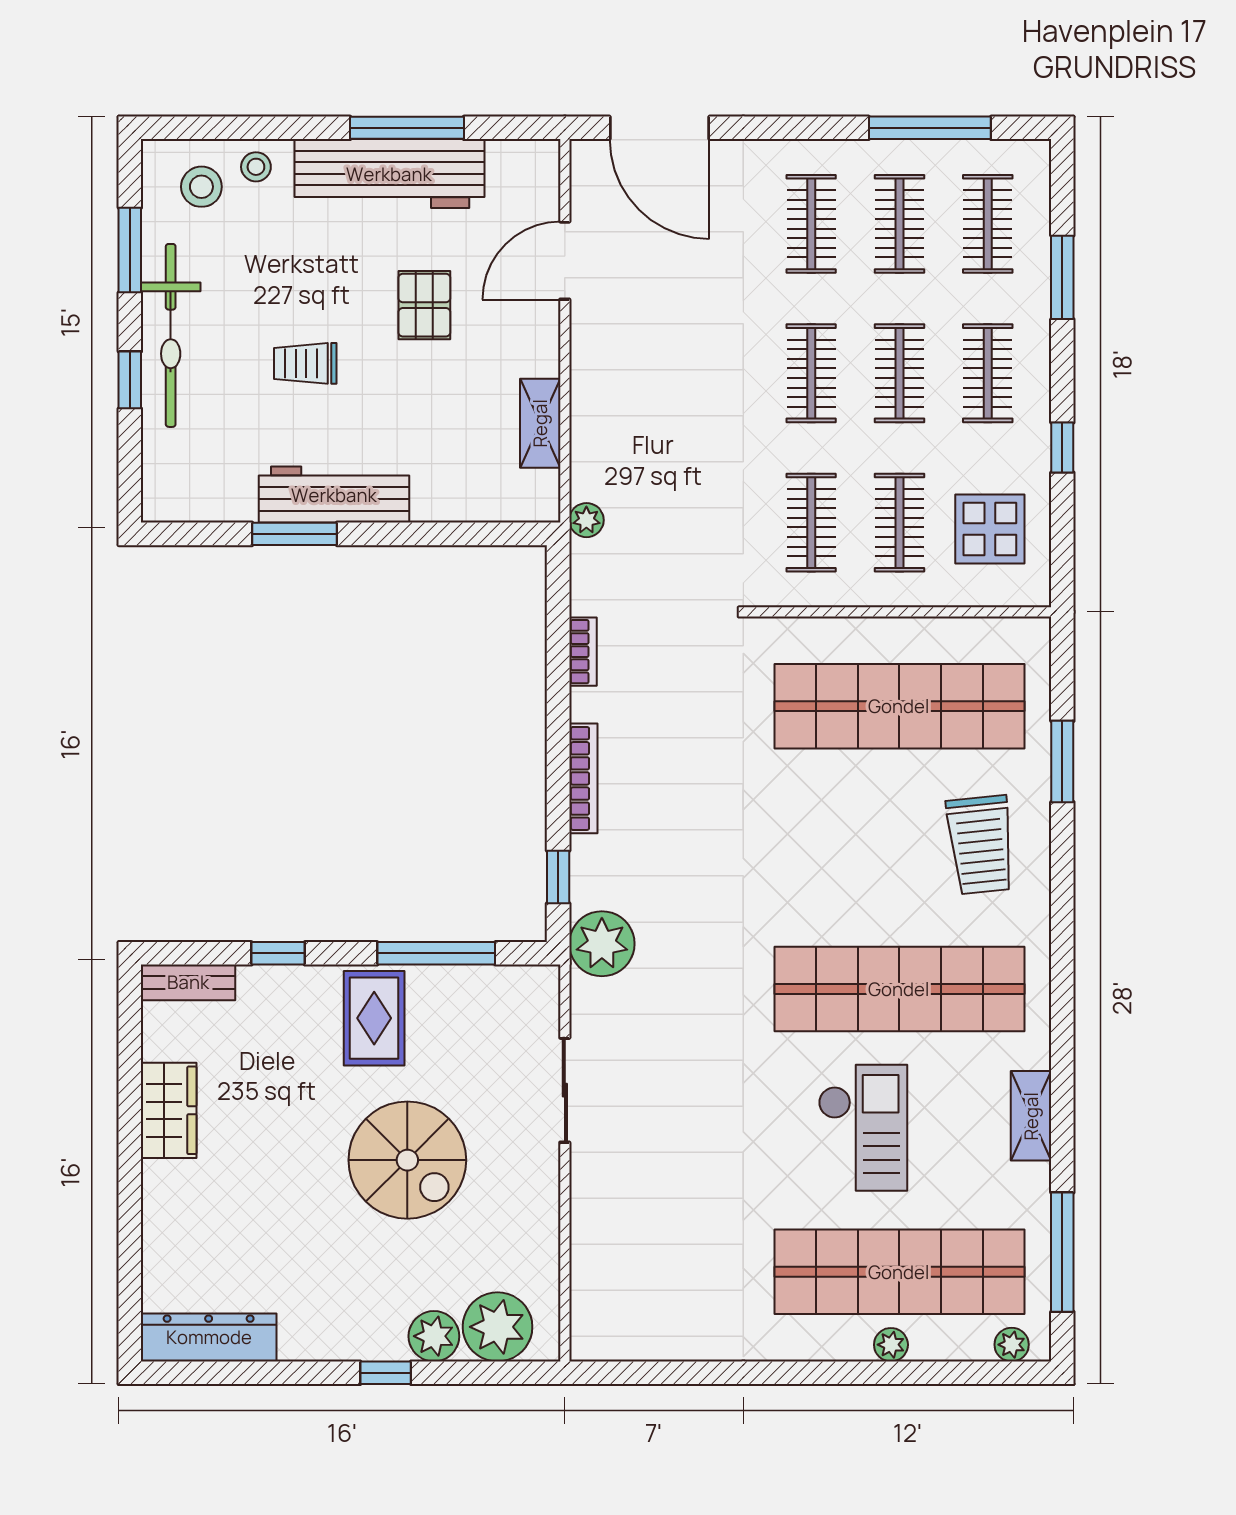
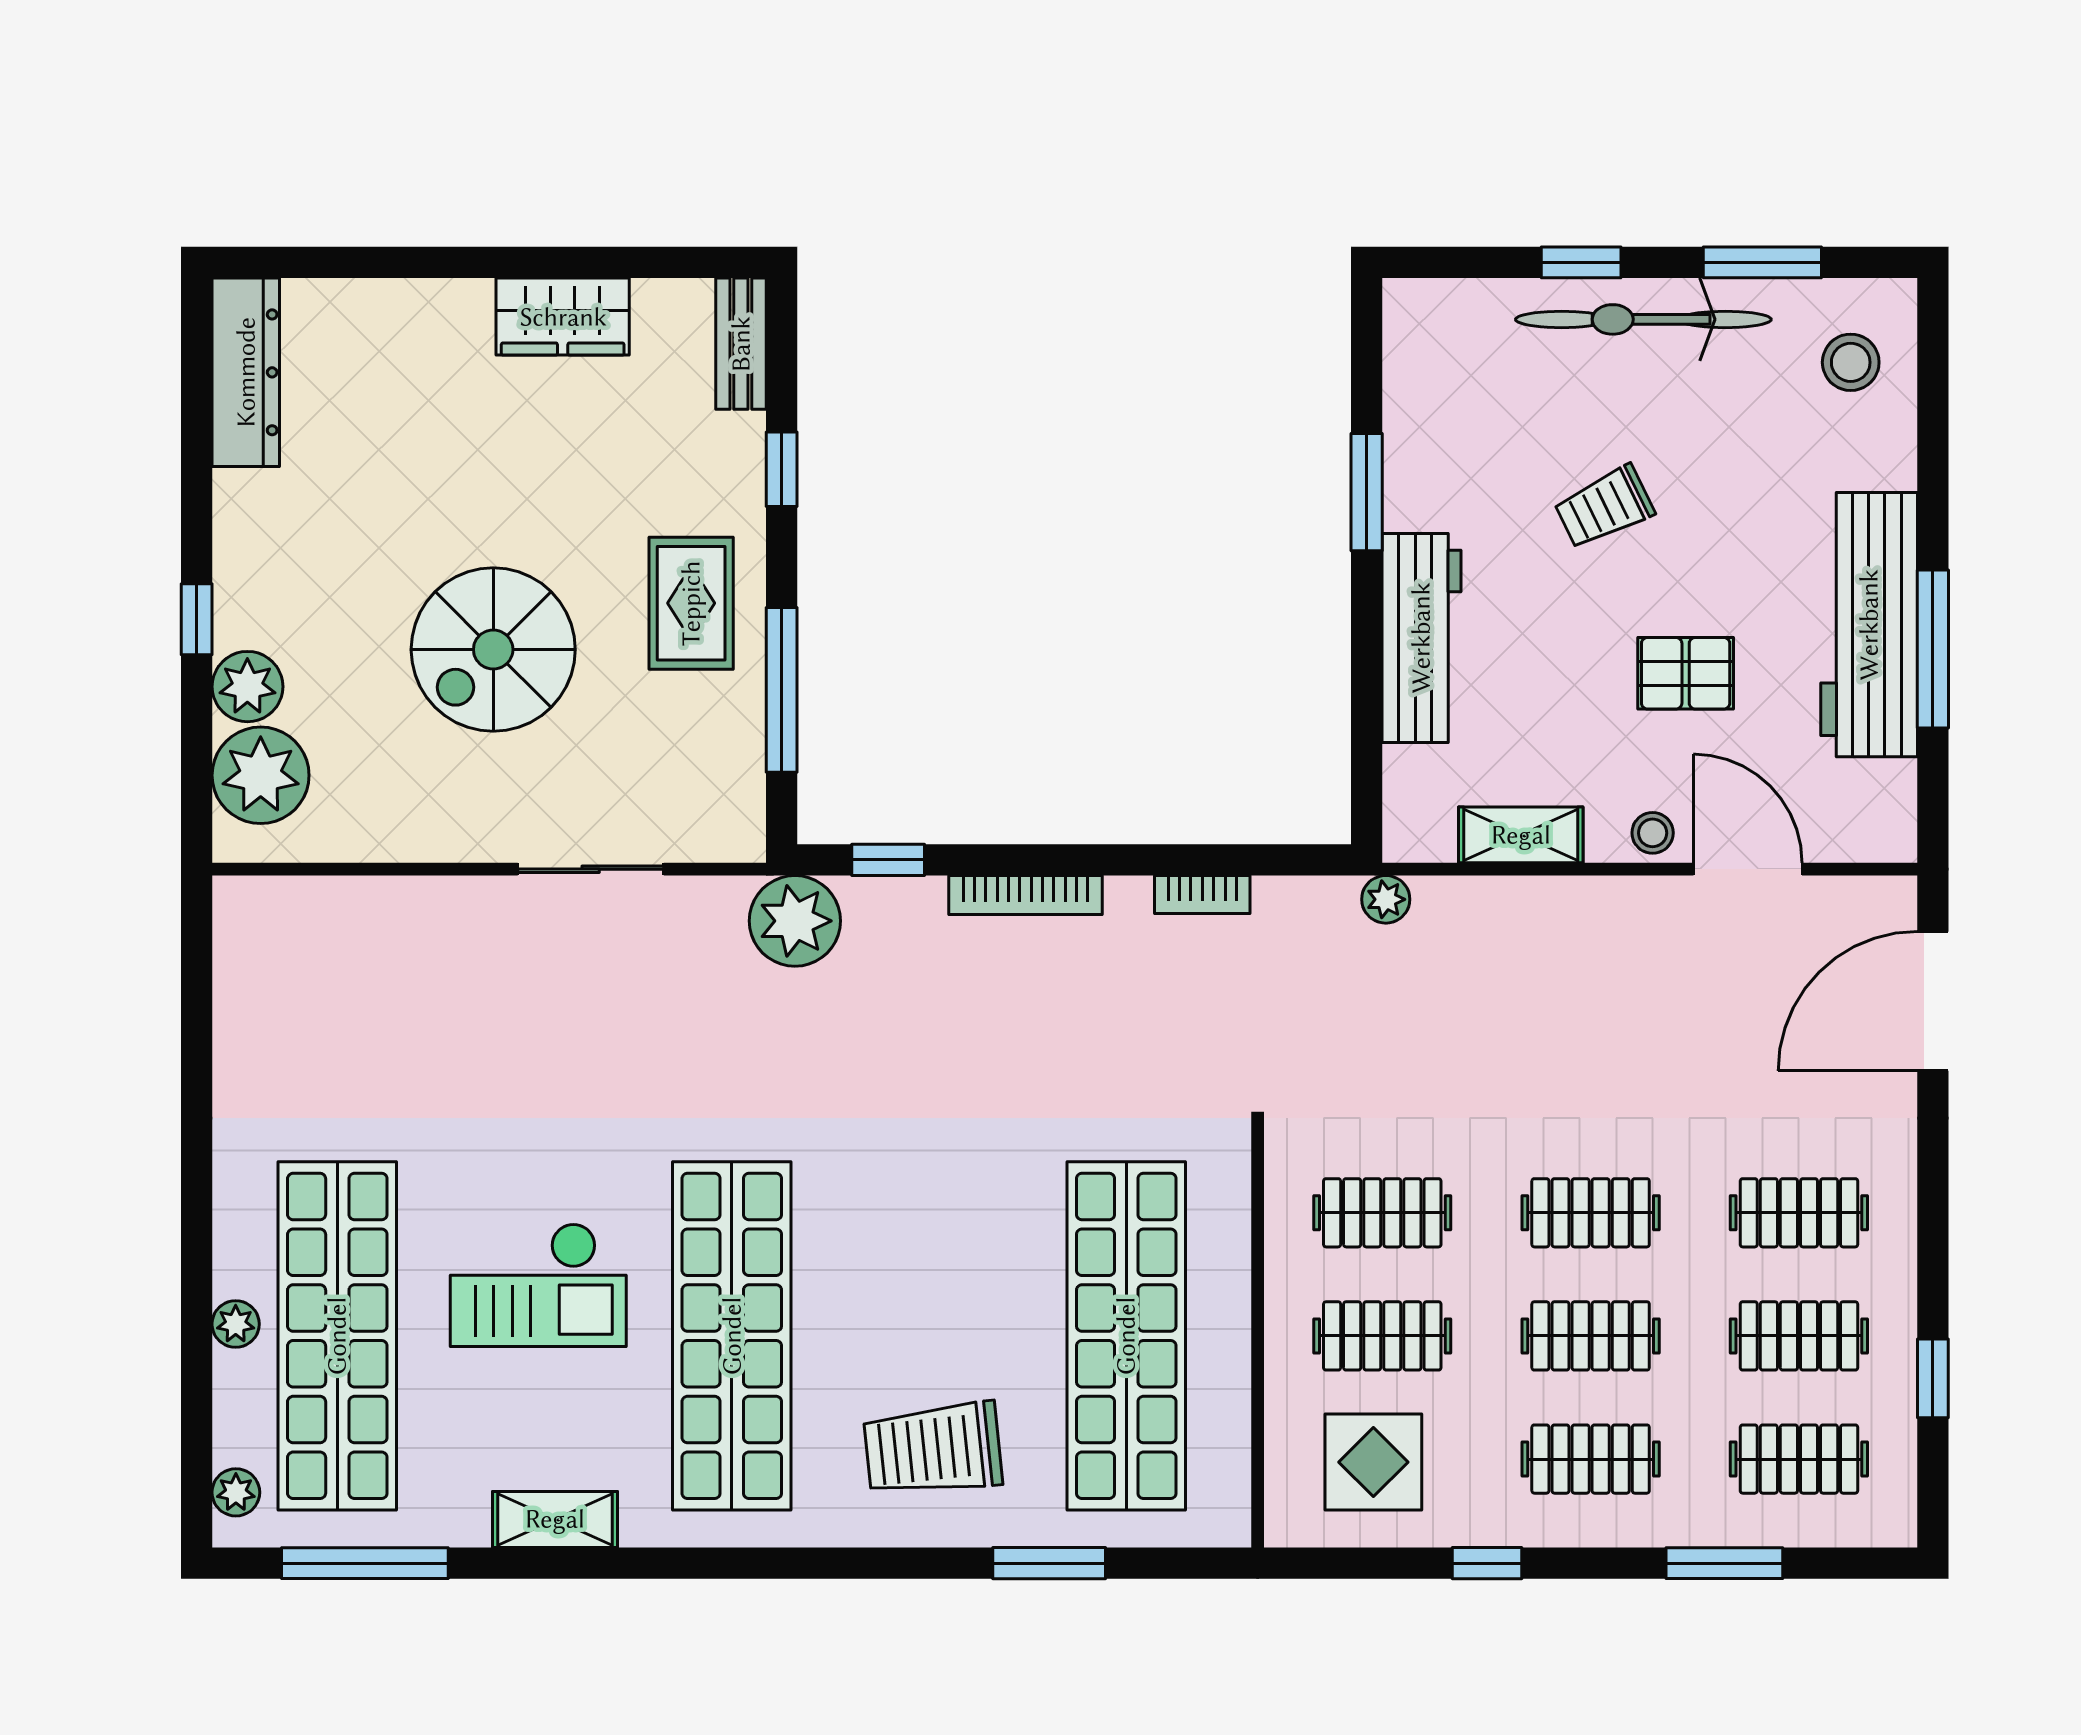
window: (930, 128) -> (1933, 1378), width x0.46
stool: (256, 167) -> (1653, 833), moved
trolley: (305, 363) -> (1604, 507), turned -116
workbench: (334, 495) -> (1421, 638), moved
rug: (374, 1018) -> (691, 603), turned 90

